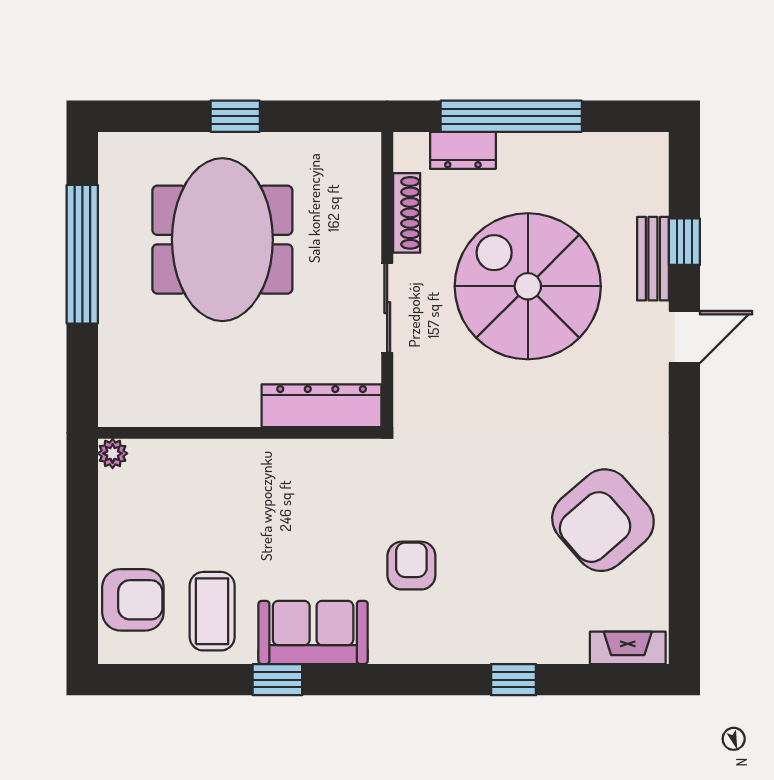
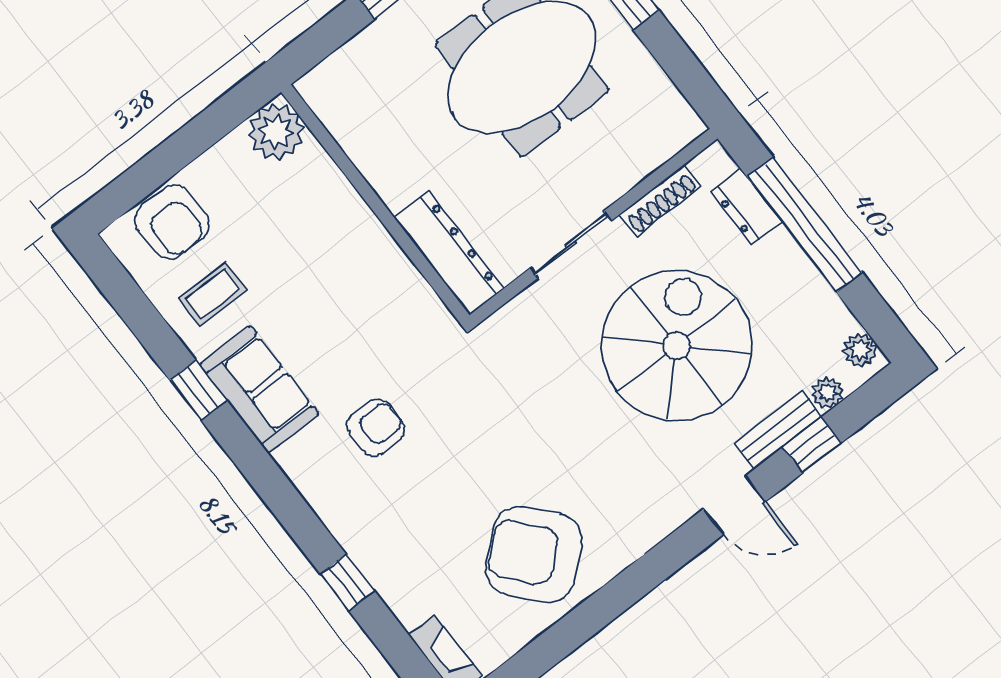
plant: (640, 148) -> (860, 350), added
plant: (654, 198) -> (828, 393), added
plant: (113, 453) -> (276, 132), width x1.87, depth x1.87
coffee table: (212, 611) -> (213, 294), width x0.73, depth x0.77

